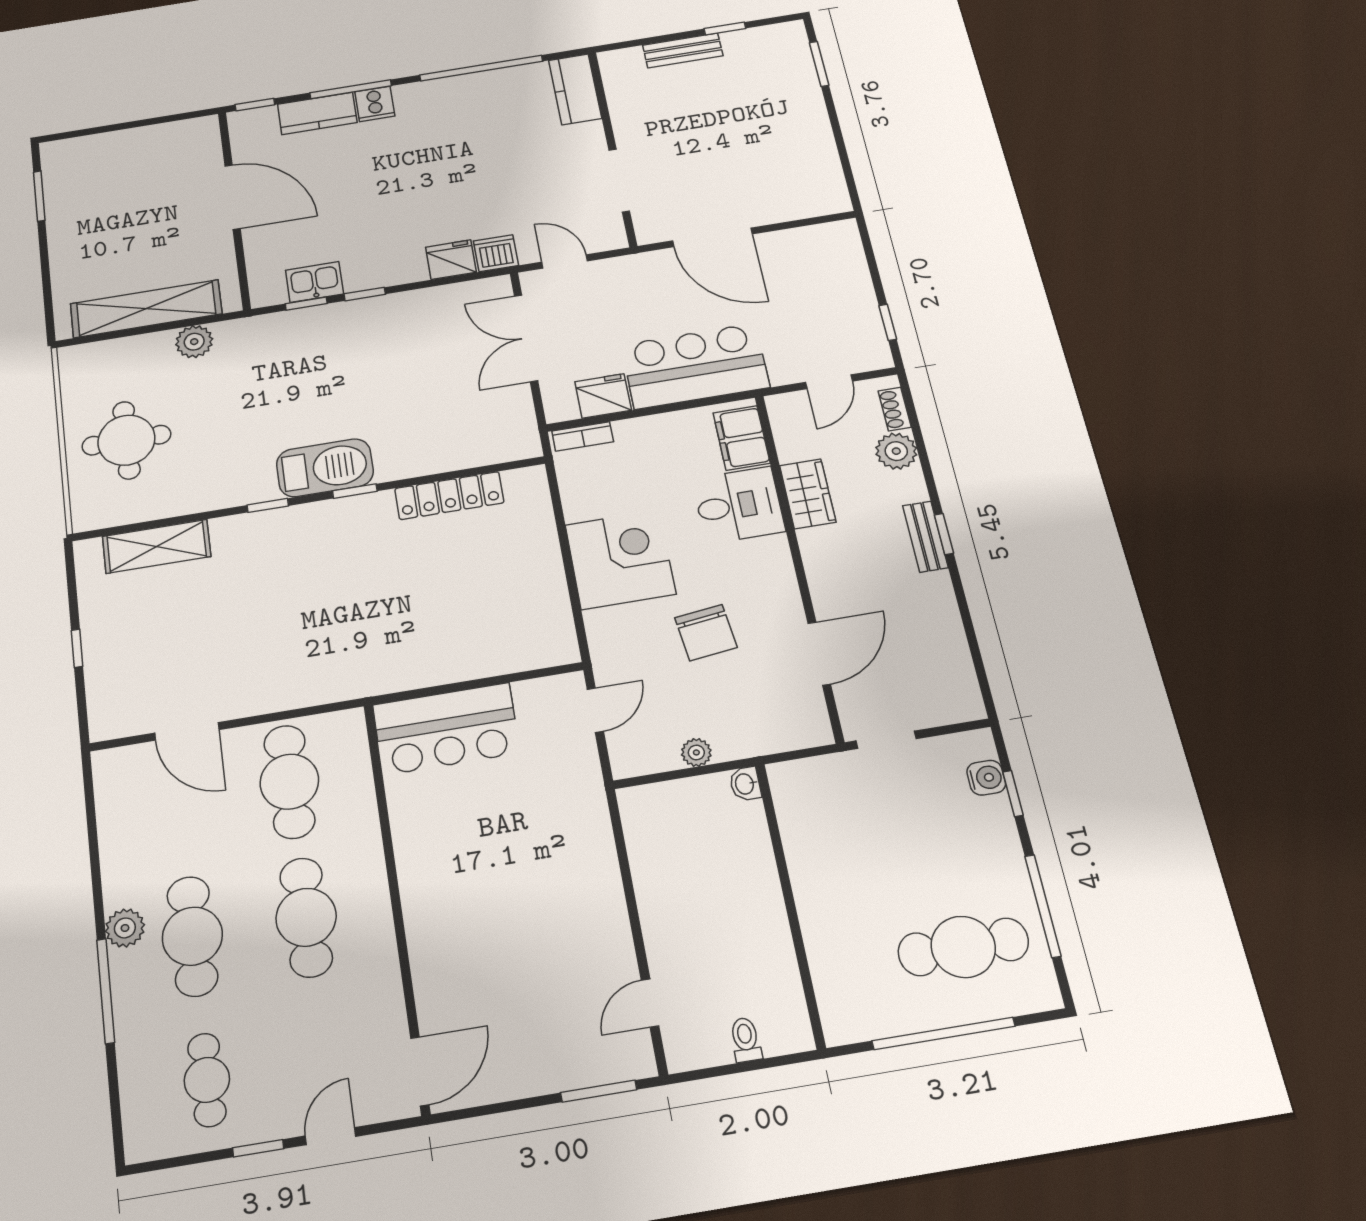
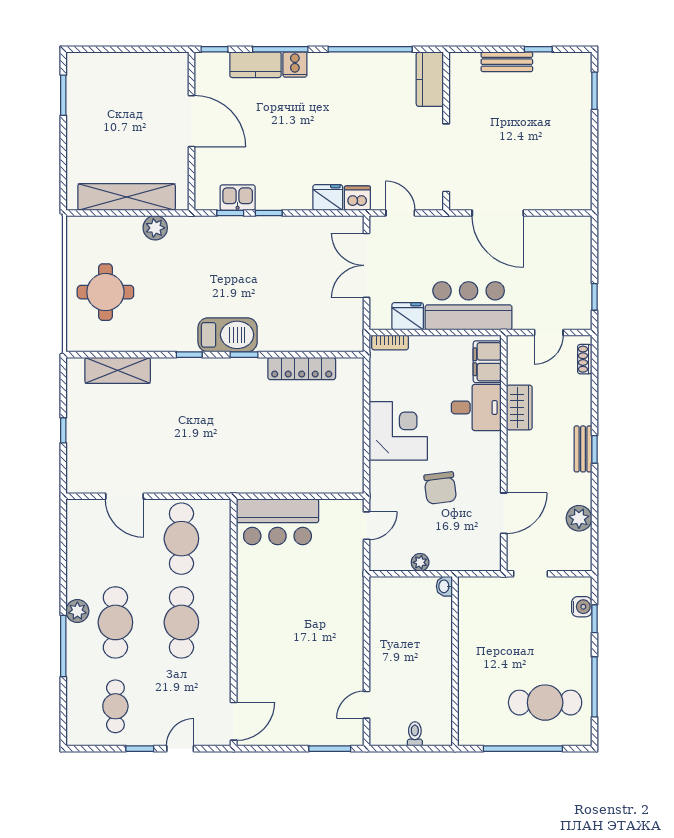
doorway: (619, 181) -> (446, 158), width x1.36
plant: (896, 451) -> (579, 518), moved

